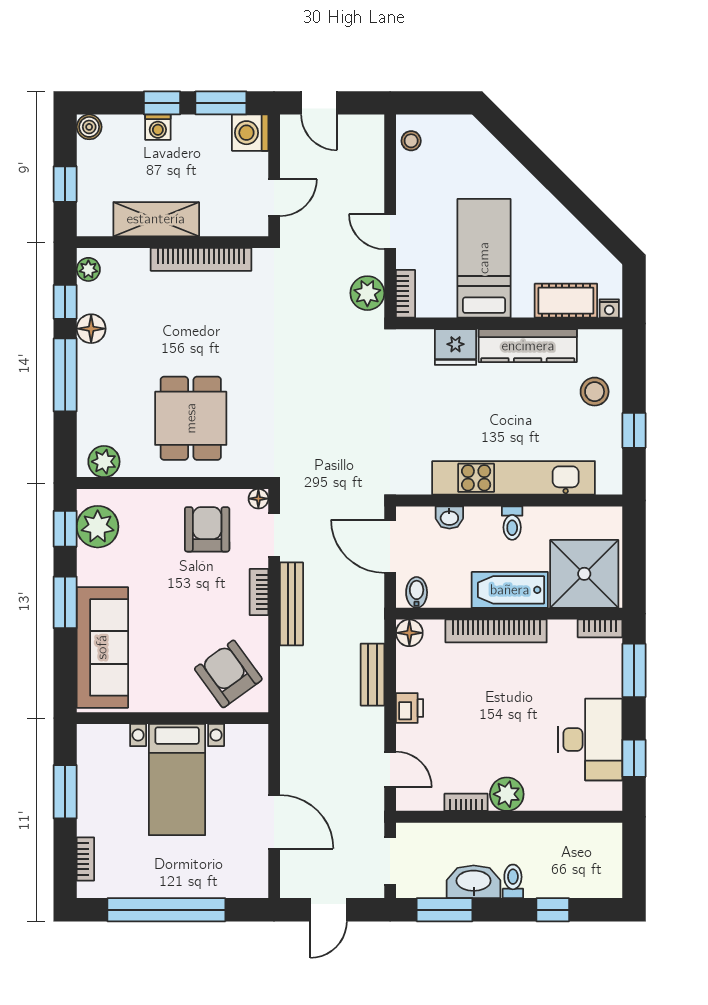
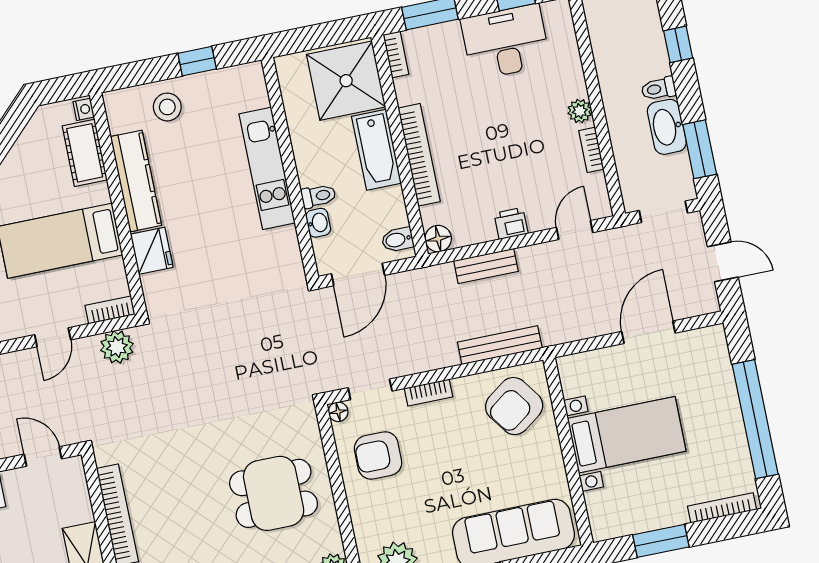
kitchen unit: (514, 478) -> (267, 168), width x0.73
toilet: (512, 523) -> (318, 196), moved
bench: (291, 604) -> (500, 345), moved
plant: (507, 794) -> (580, 111), width x0.73, depth x0.73
bookcase: (85, 859) -> (722, 508), width x1.56

